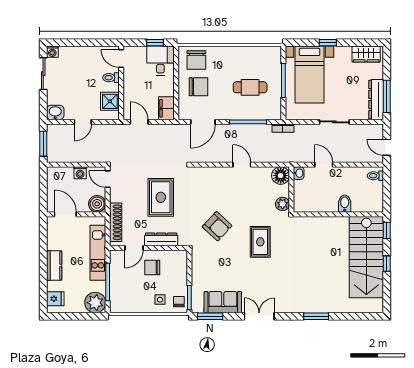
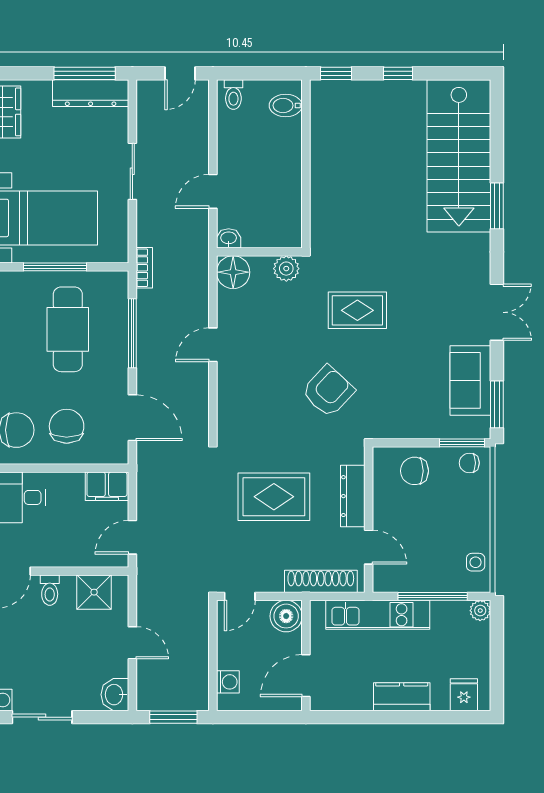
cafe table: (250, 87) -> (68, 329), width x1.37, depth x1.35
washing machine: (80, 173) -> (228, 682), moved
bidet: (345, 204) -> (286, 105), moved
stairs: (366, 257) -> (459, 156), moved, turned 90
chair: (152, 268) -> (414, 471), moved, turned 90
side table: (160, 300) -> (476, 562), moved
plant: (95, 303) -> (480, 611), width x0.53, depth x0.53
double door: (259, 316) -> (497, 312), swing flipped

